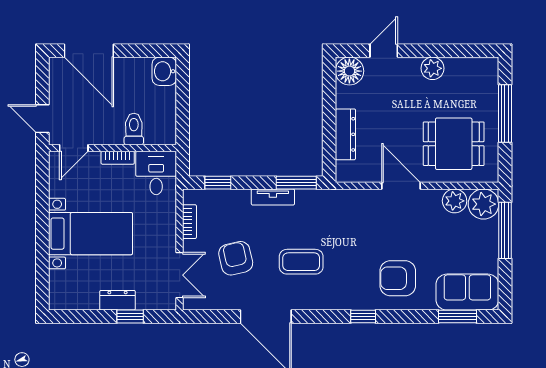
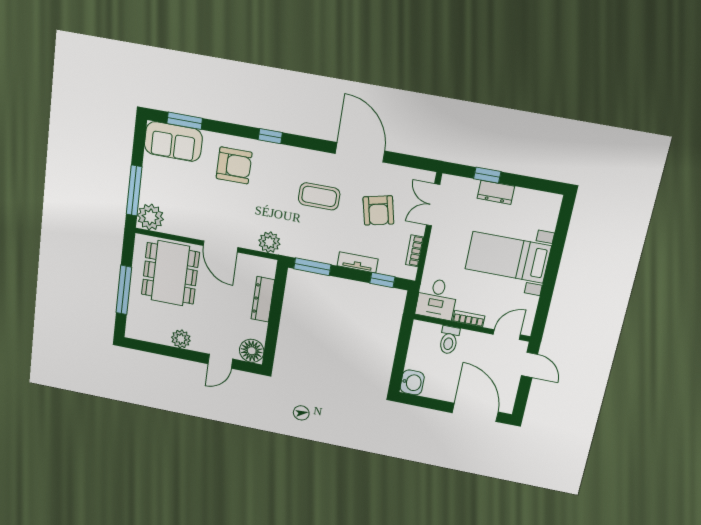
dining table: (454, 144) -> (170, 273), width x1.38
tv unit: (273, 197) -> (358, 262), moved
plant: (455, 201) -> (269, 242), moved

